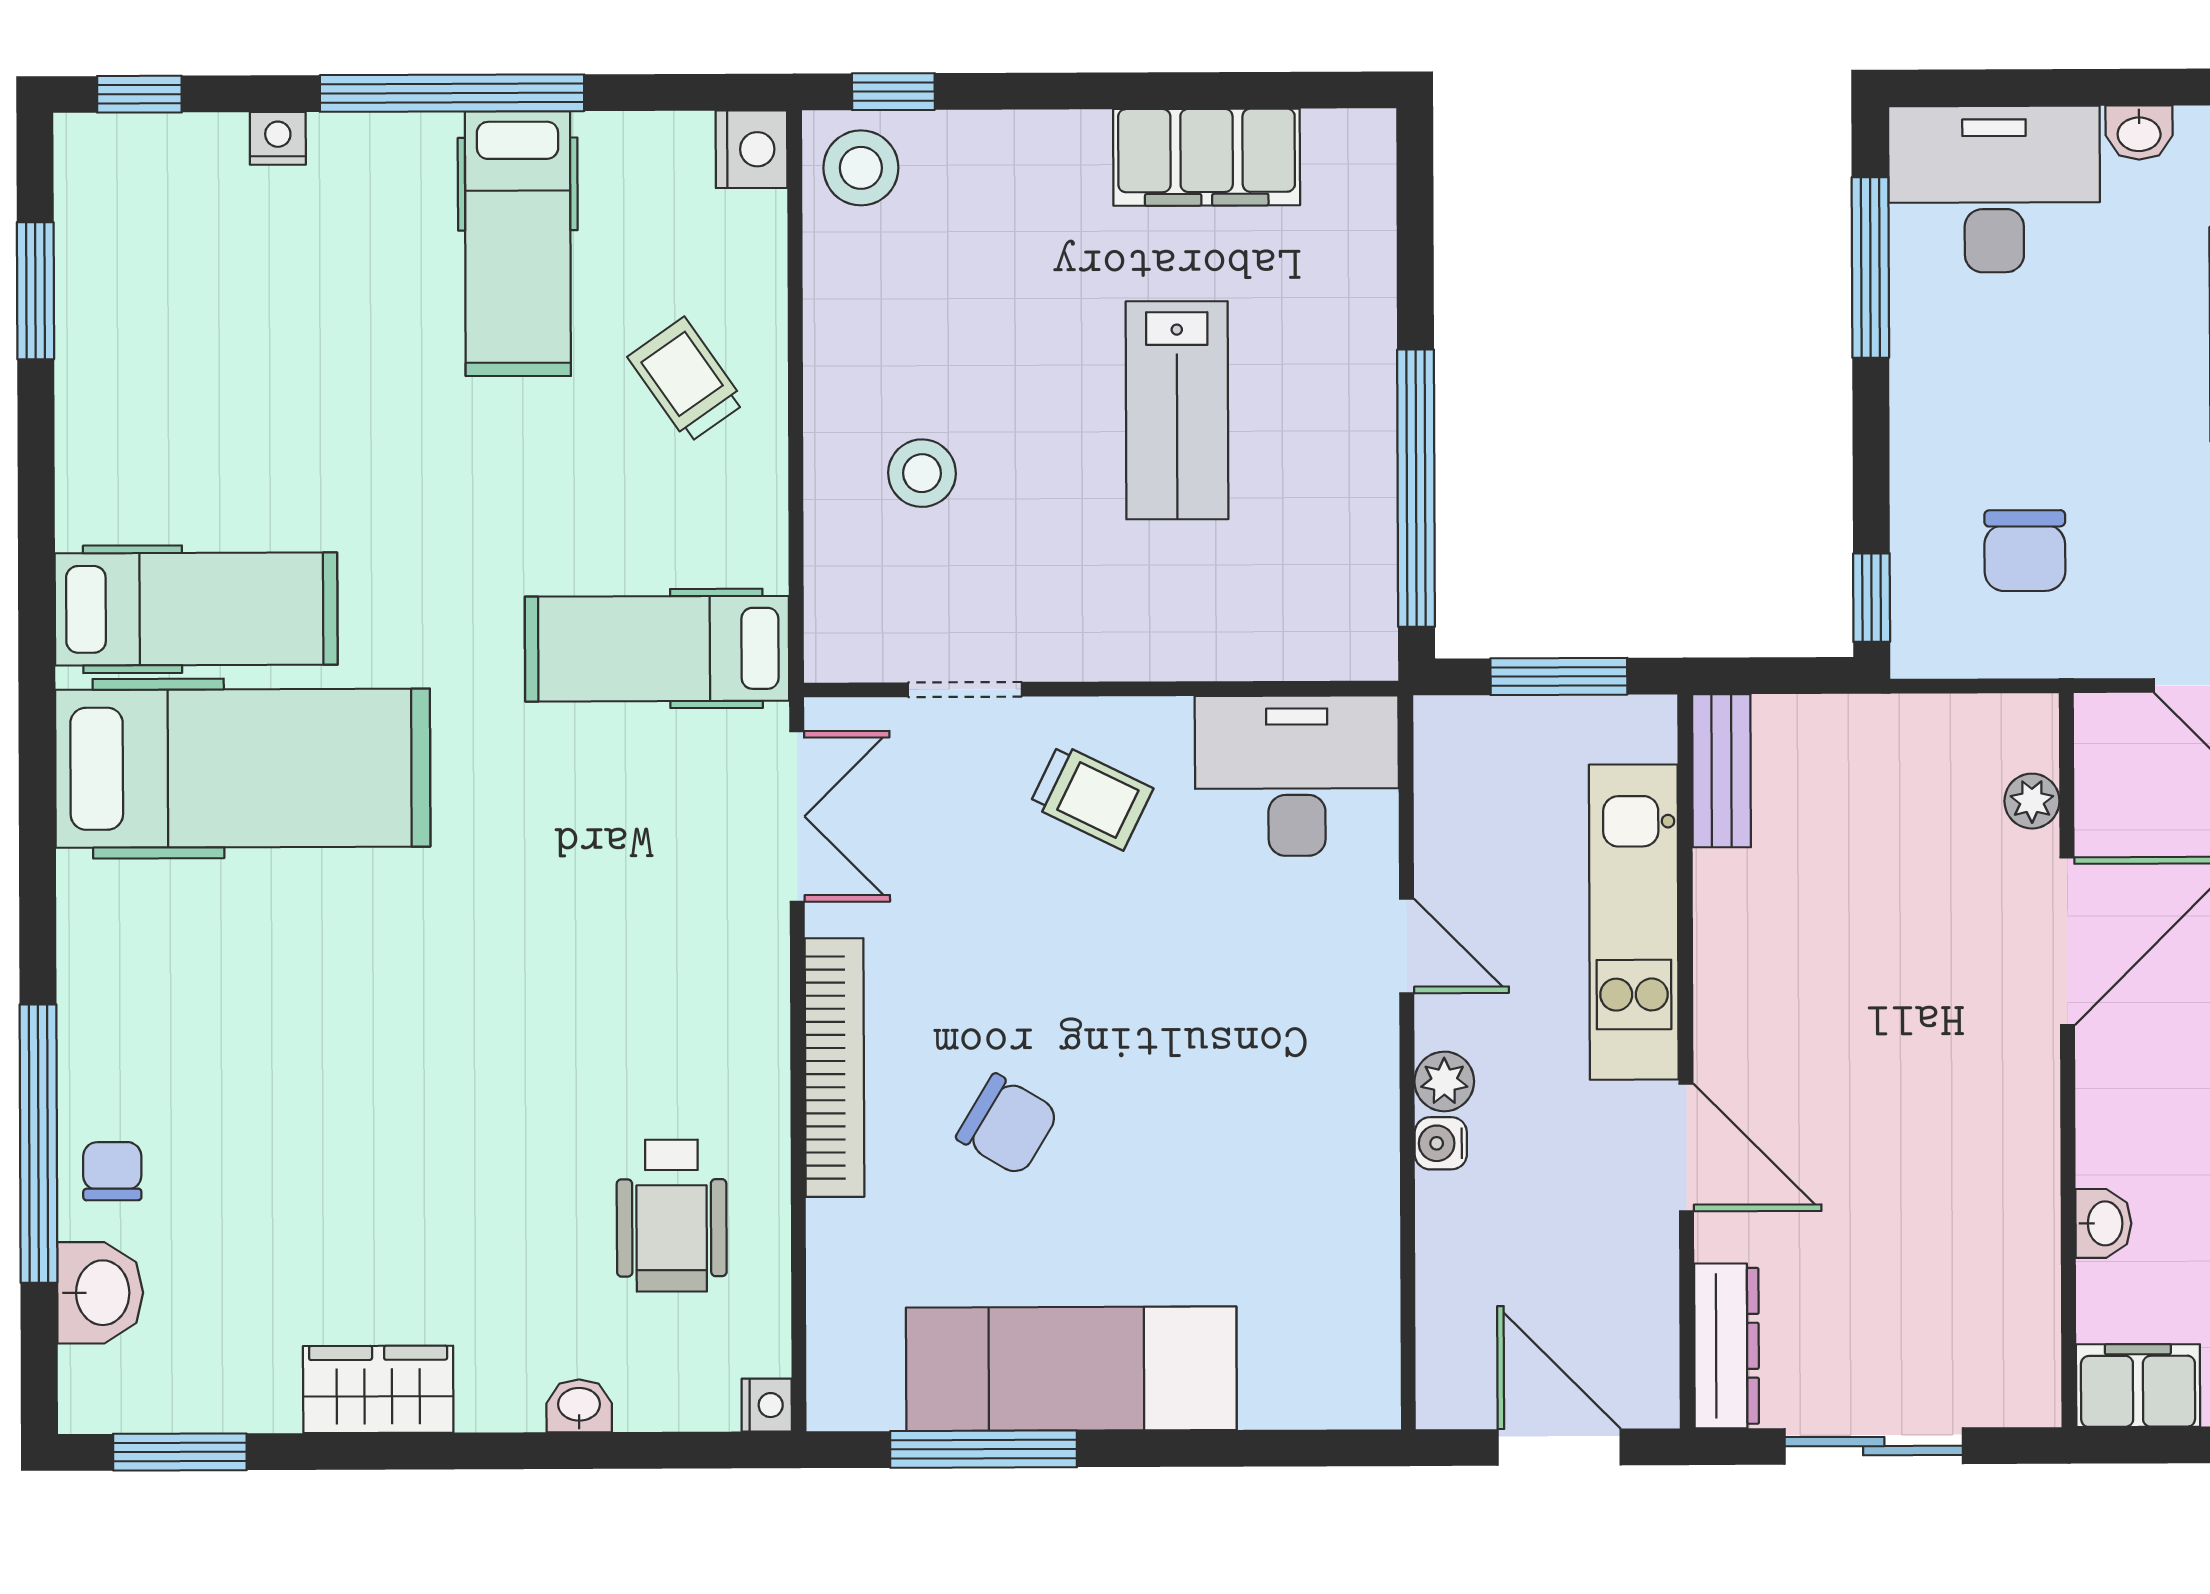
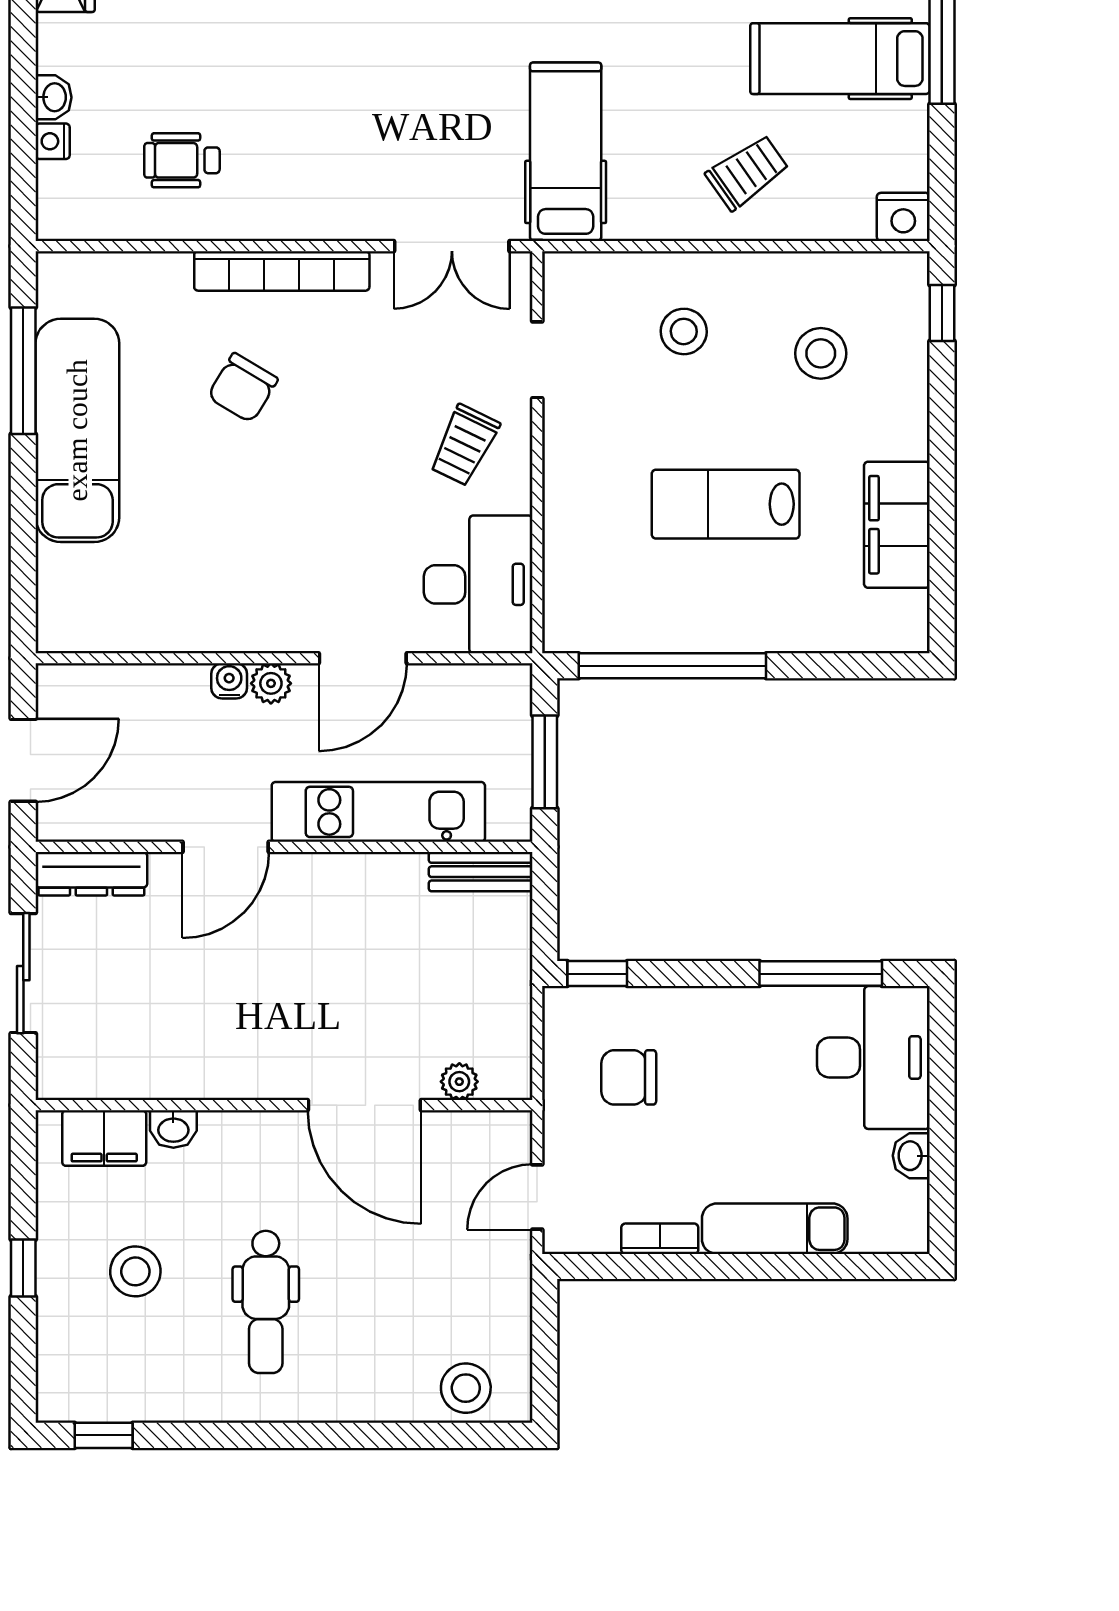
stool: (861, 168) -> (821, 353), moved
door: (1407, 946) -> (363, 658), width x1.38
wheelchair: (672, 1216) -> (182, 160), width x0.73, depth x0.73
filing cabinet: (2138, 1386) -> (104, 1138), moved, turned 90
nightstand: (767, 1405) -> (53, 141), moved, turned 90

